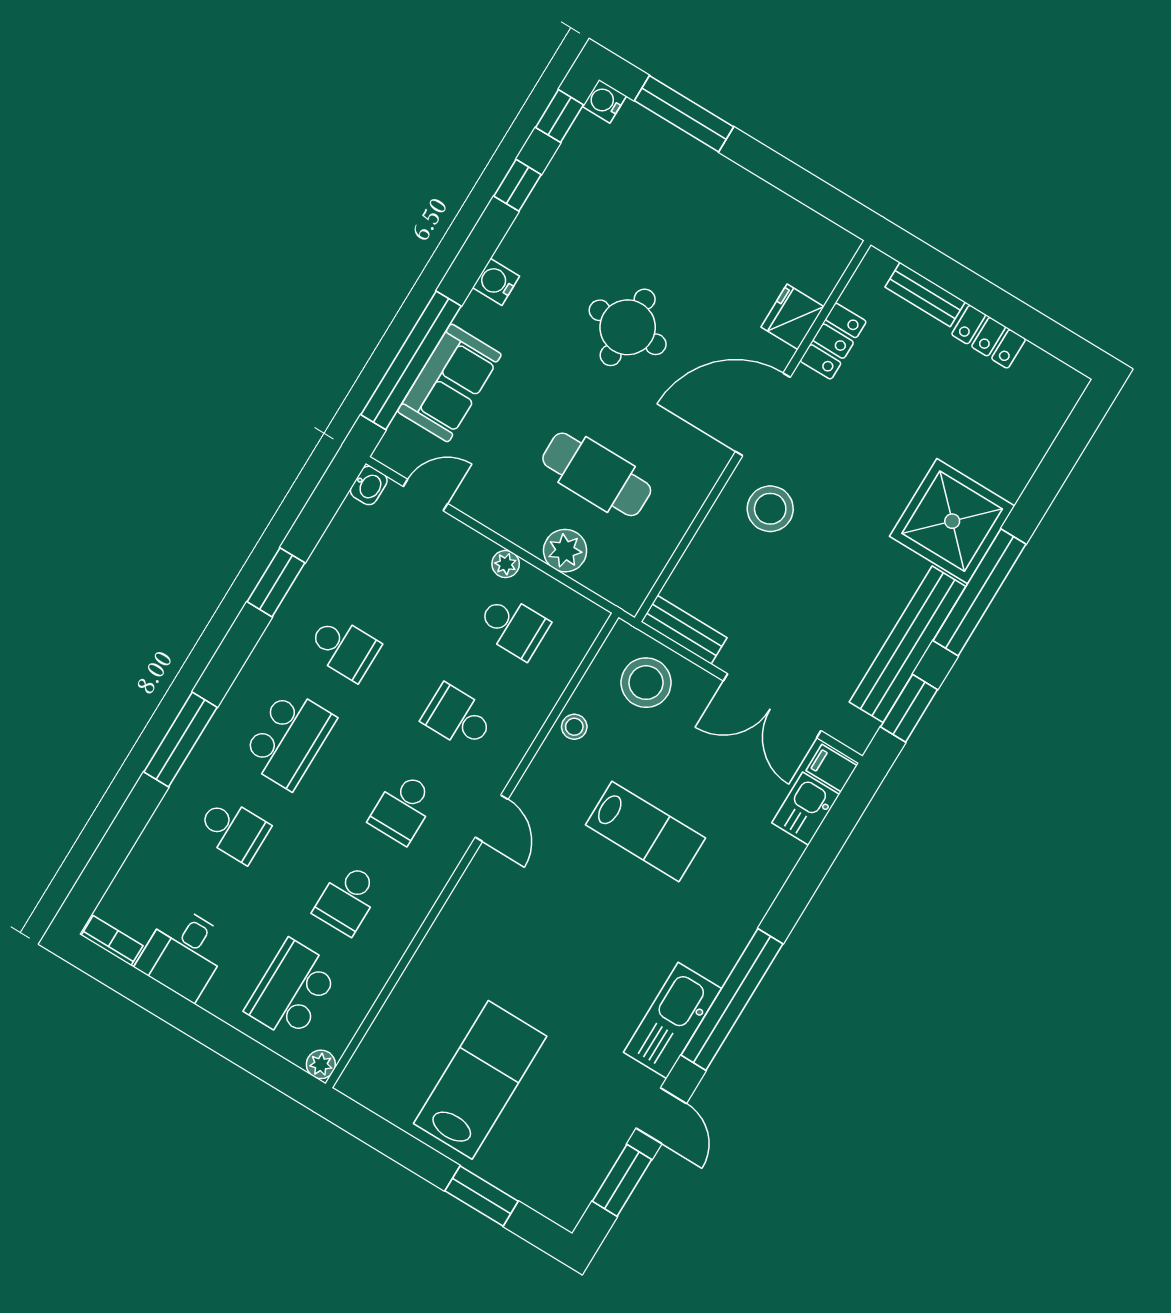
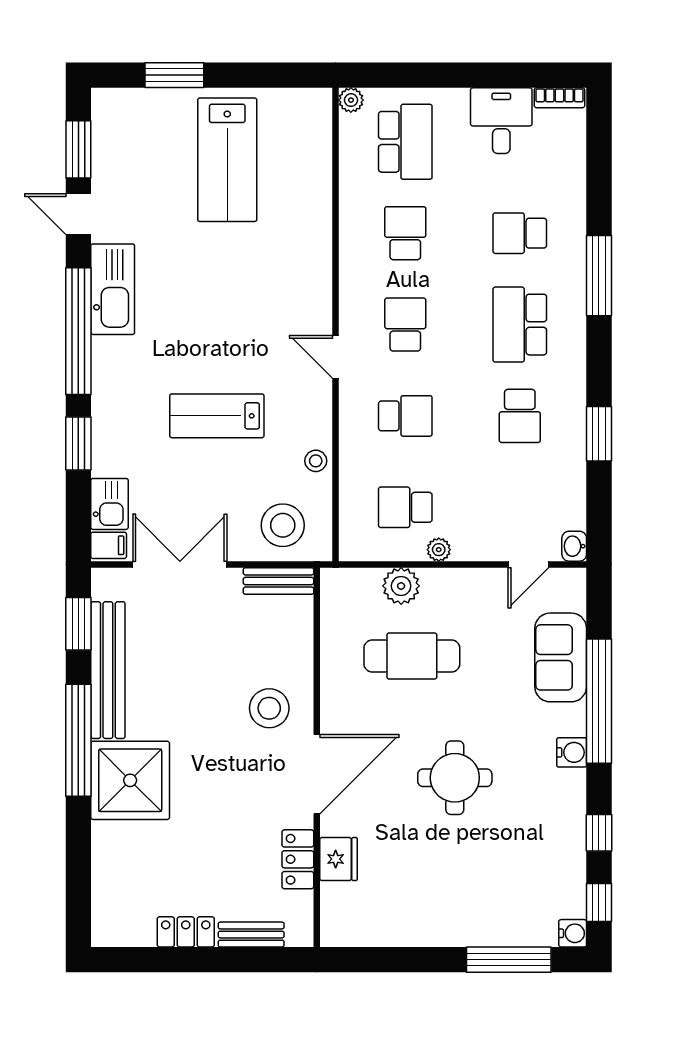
window: (411, 360) -> (599, 701), moved
school desk: (344, 648) -> (520, 416), turned -90
window: (800, 888) -> (78, 443), added

